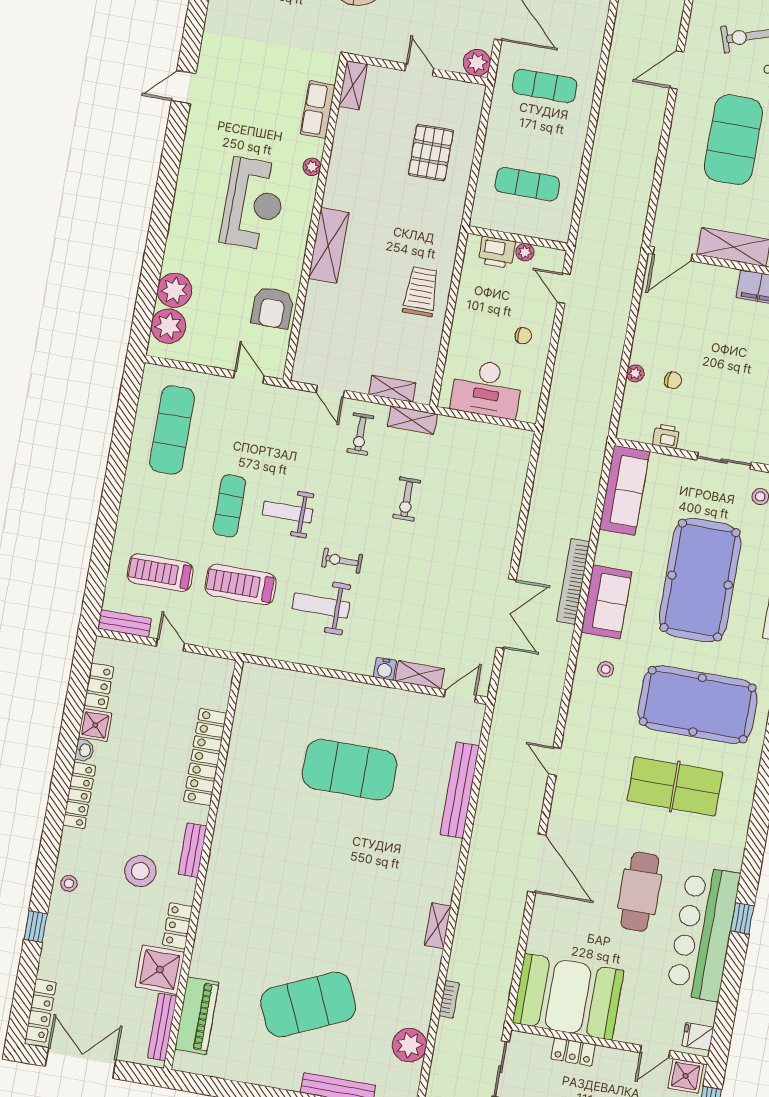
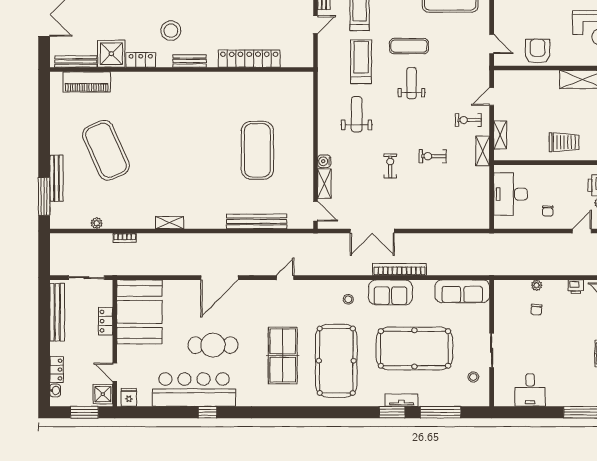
armchair: (272, 308) -> (538, 51), turned 90
door: (249, 377) -> (492, 44), hinge flipped
printer: (666, 436) -> (576, 287), moved, turned 90
exercise bike: (342, 561) -> (390, 166), moved
plant: (409, 1045) -> (97, 223), width x0.53, depth x0.53

